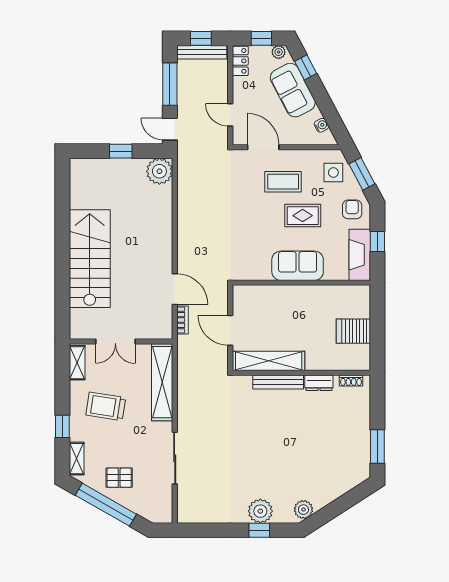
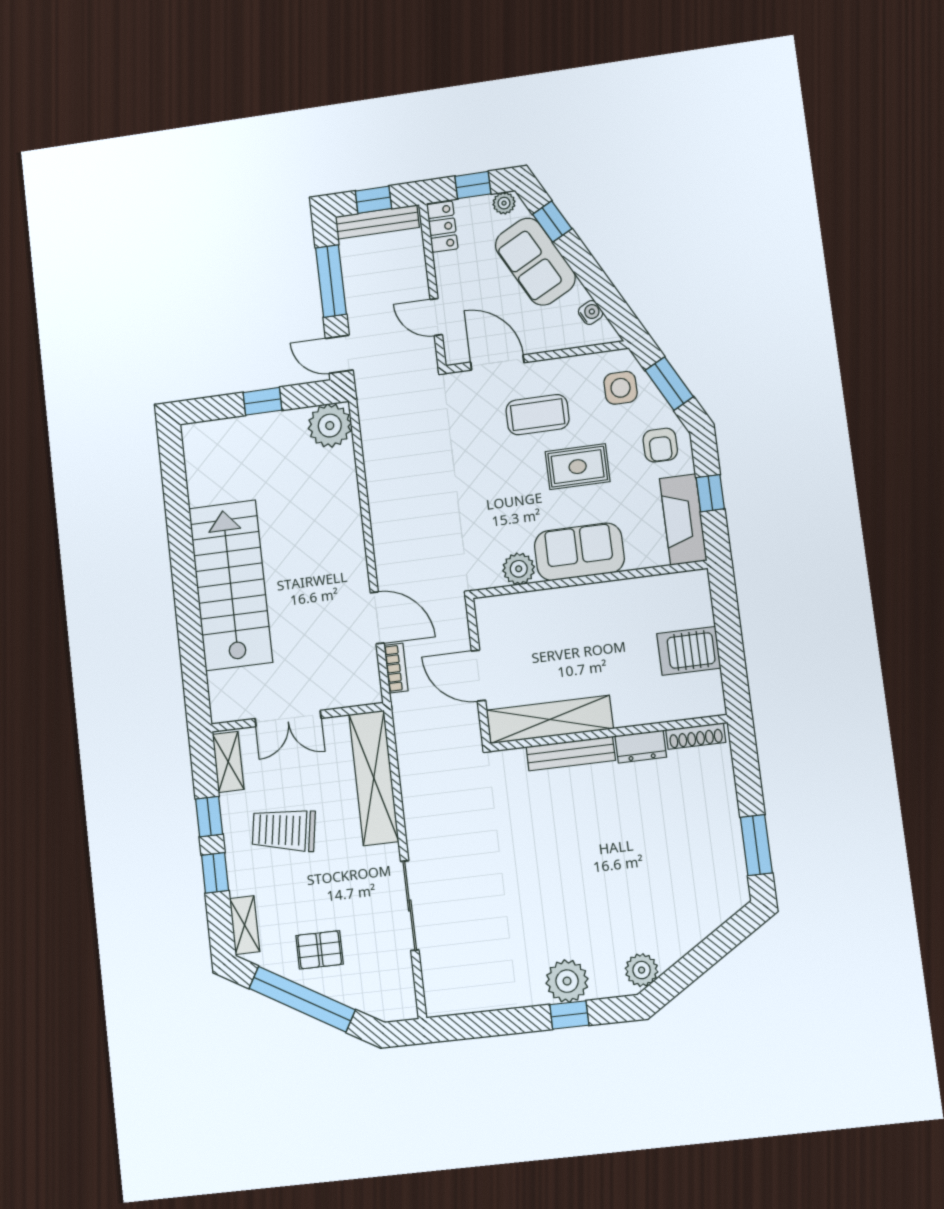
armchair: (352, 209) -> (660, 445), turned 180
plant: (261, 271) -> (519, 569), added
shoe rack: (351, 381) -> (696, 736), width x1.43
window: (62, 393) -> (209, 817), added

